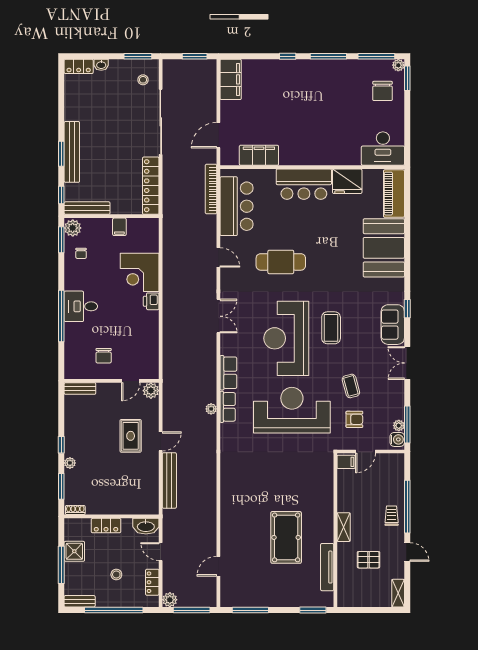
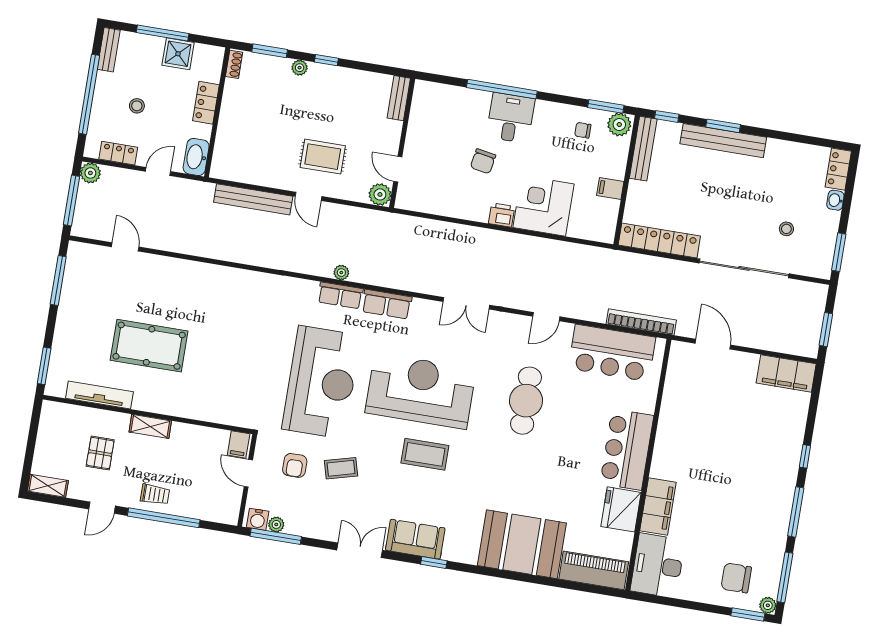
stool: (143, 80) -> (786, 229), moved
filing cabinet: (259, 155) -> (658, 507), moved
chair: (104, 356) -> (483, 161), moved, turned -80

